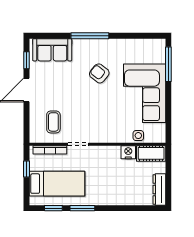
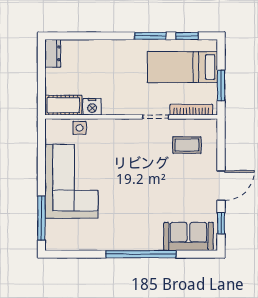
window: (90, 36) -> (141, 254), width x1.46
armchair: (99, 73) -> (129, 206), removed
coffee table: (53, 122) -> (187, 145), turned 90
window: (27, 169) -> (221, 86), width x1.50
dresser: (159, 190) -> (53, 53), width x0.70

